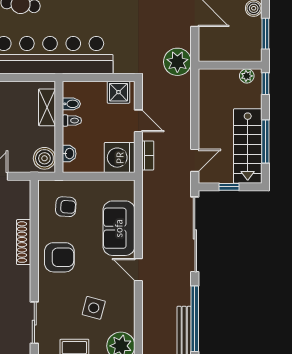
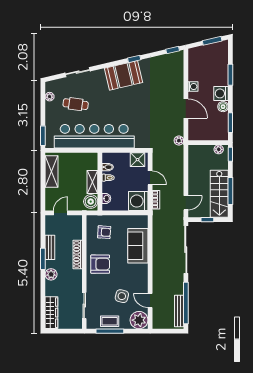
plant: (177, 62) -> (179, 141), width x0.53, depth x0.53
shelving: (47, 107) -> (92, 182), moved
door: (138, 270) -> (150, 300), moved

